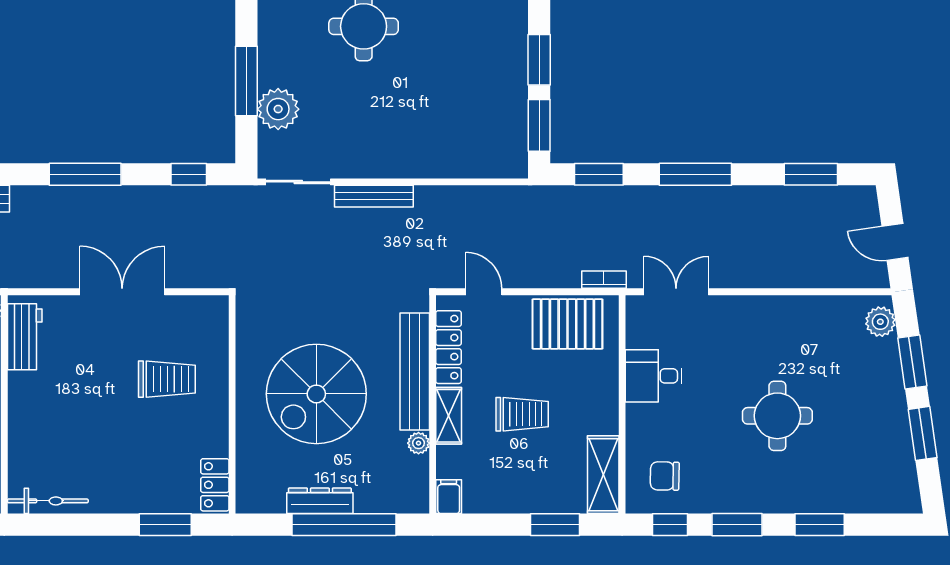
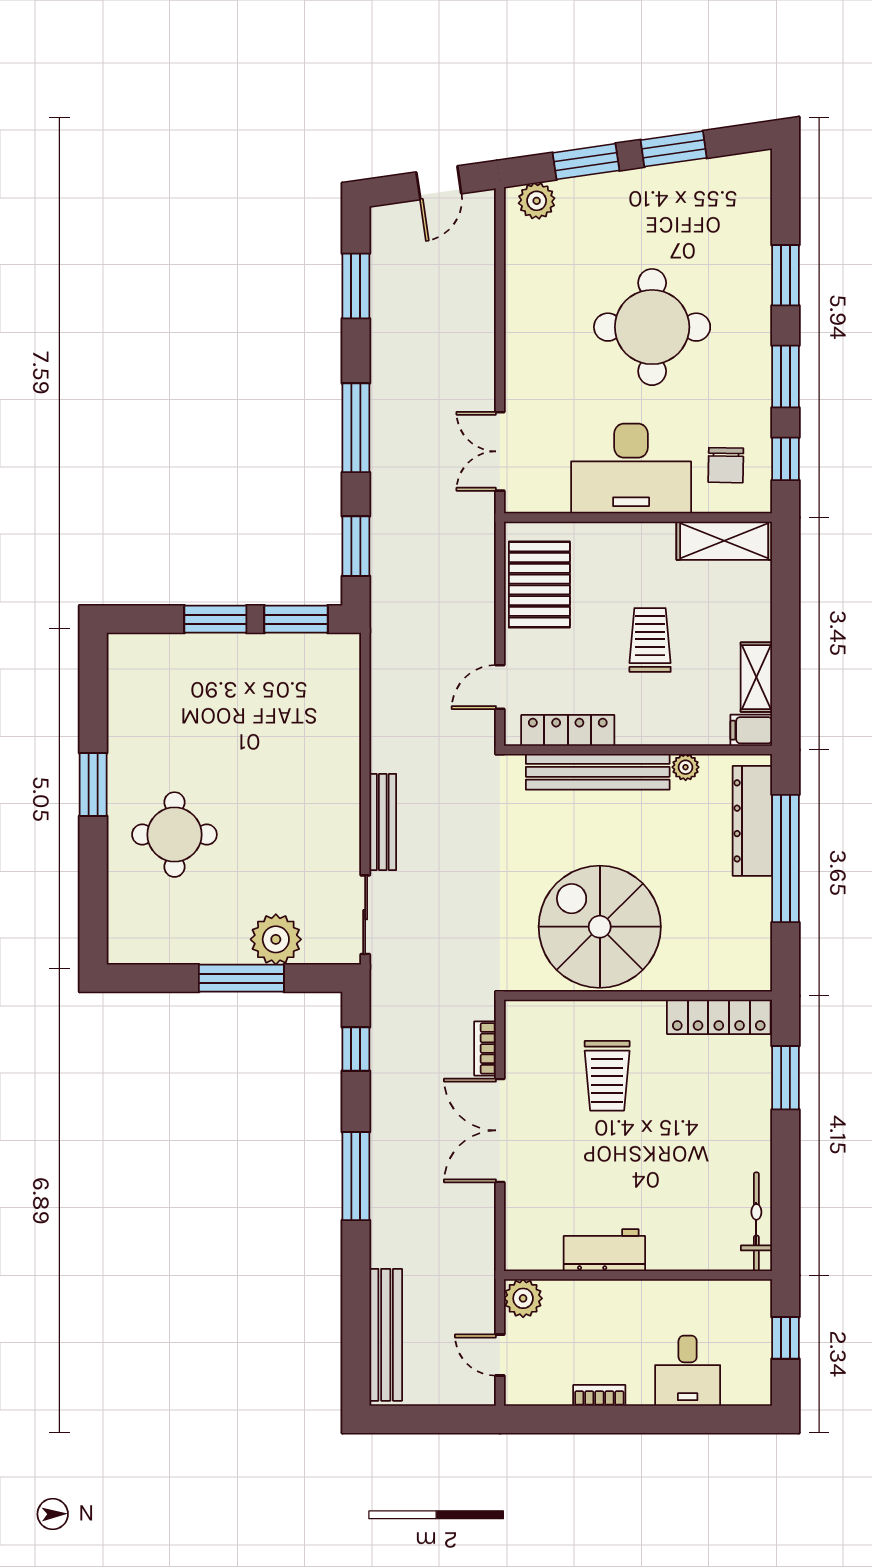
bookcase: (604, 280) -> (485, 1048), moved
workbench: (25, 337) -> (604, 1250), moved
desk: (654, 376) -> (631, 468), width x1.87, depth x1.30
trolley: (167, 379) -> (607, 1076), turned 180
spiral stairs: (316, 394) -> (600, 927), moved, turned 180
shelving: (449, 416) -> (756, 677), moved, turned 90
round table: (777, 416) -> (652, 327), width x1.36, depth x1.36
locker: (215, 485) -> (719, 1017), width x1.53
dresser: (320, 501) -> (752, 821), moved, width x1.37, depth x1.24
window: (555, 525) -> (786, 600), removed

